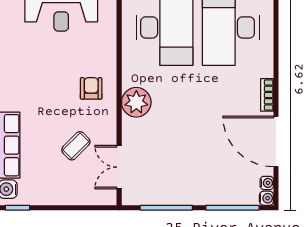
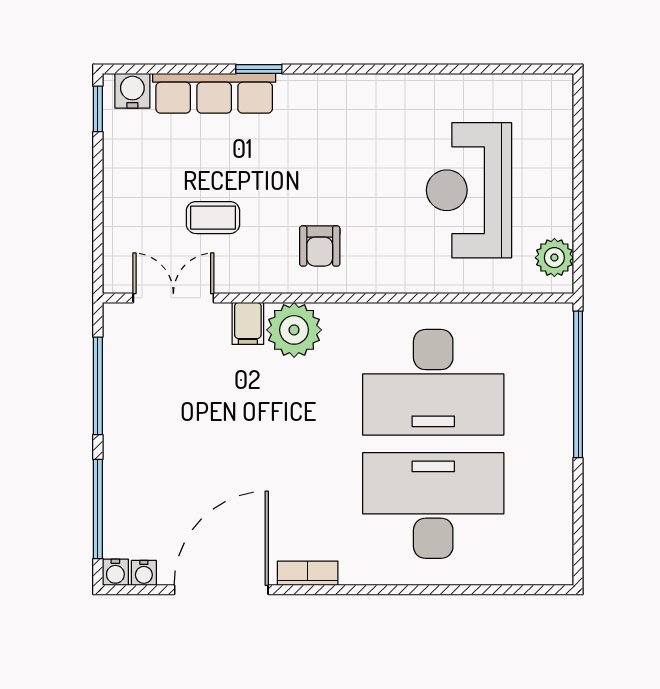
armchair: (91, 88) -> (320, 246), turned 90
filing cabinet: (133, 127) -> (248, 323), added
coffee table: (76, 146) -> (213, 218), turned -45

